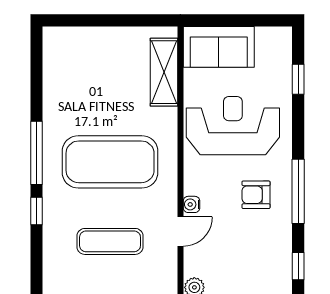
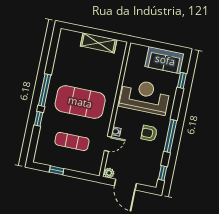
sofa: (219, 47) -> (165, 60), moved
shelving: (164, 72) -> (99, 43), moved, turned 90

